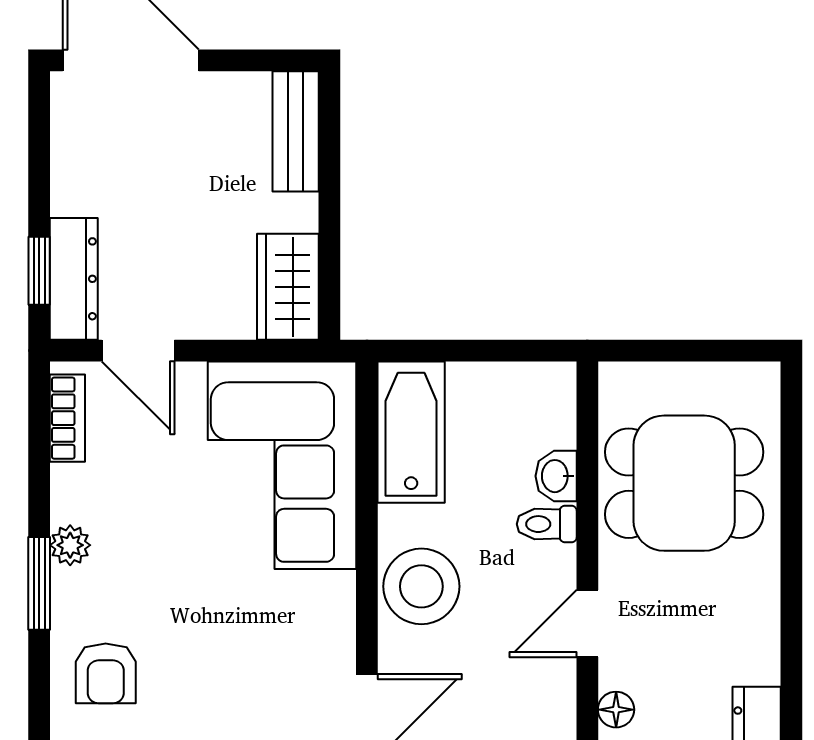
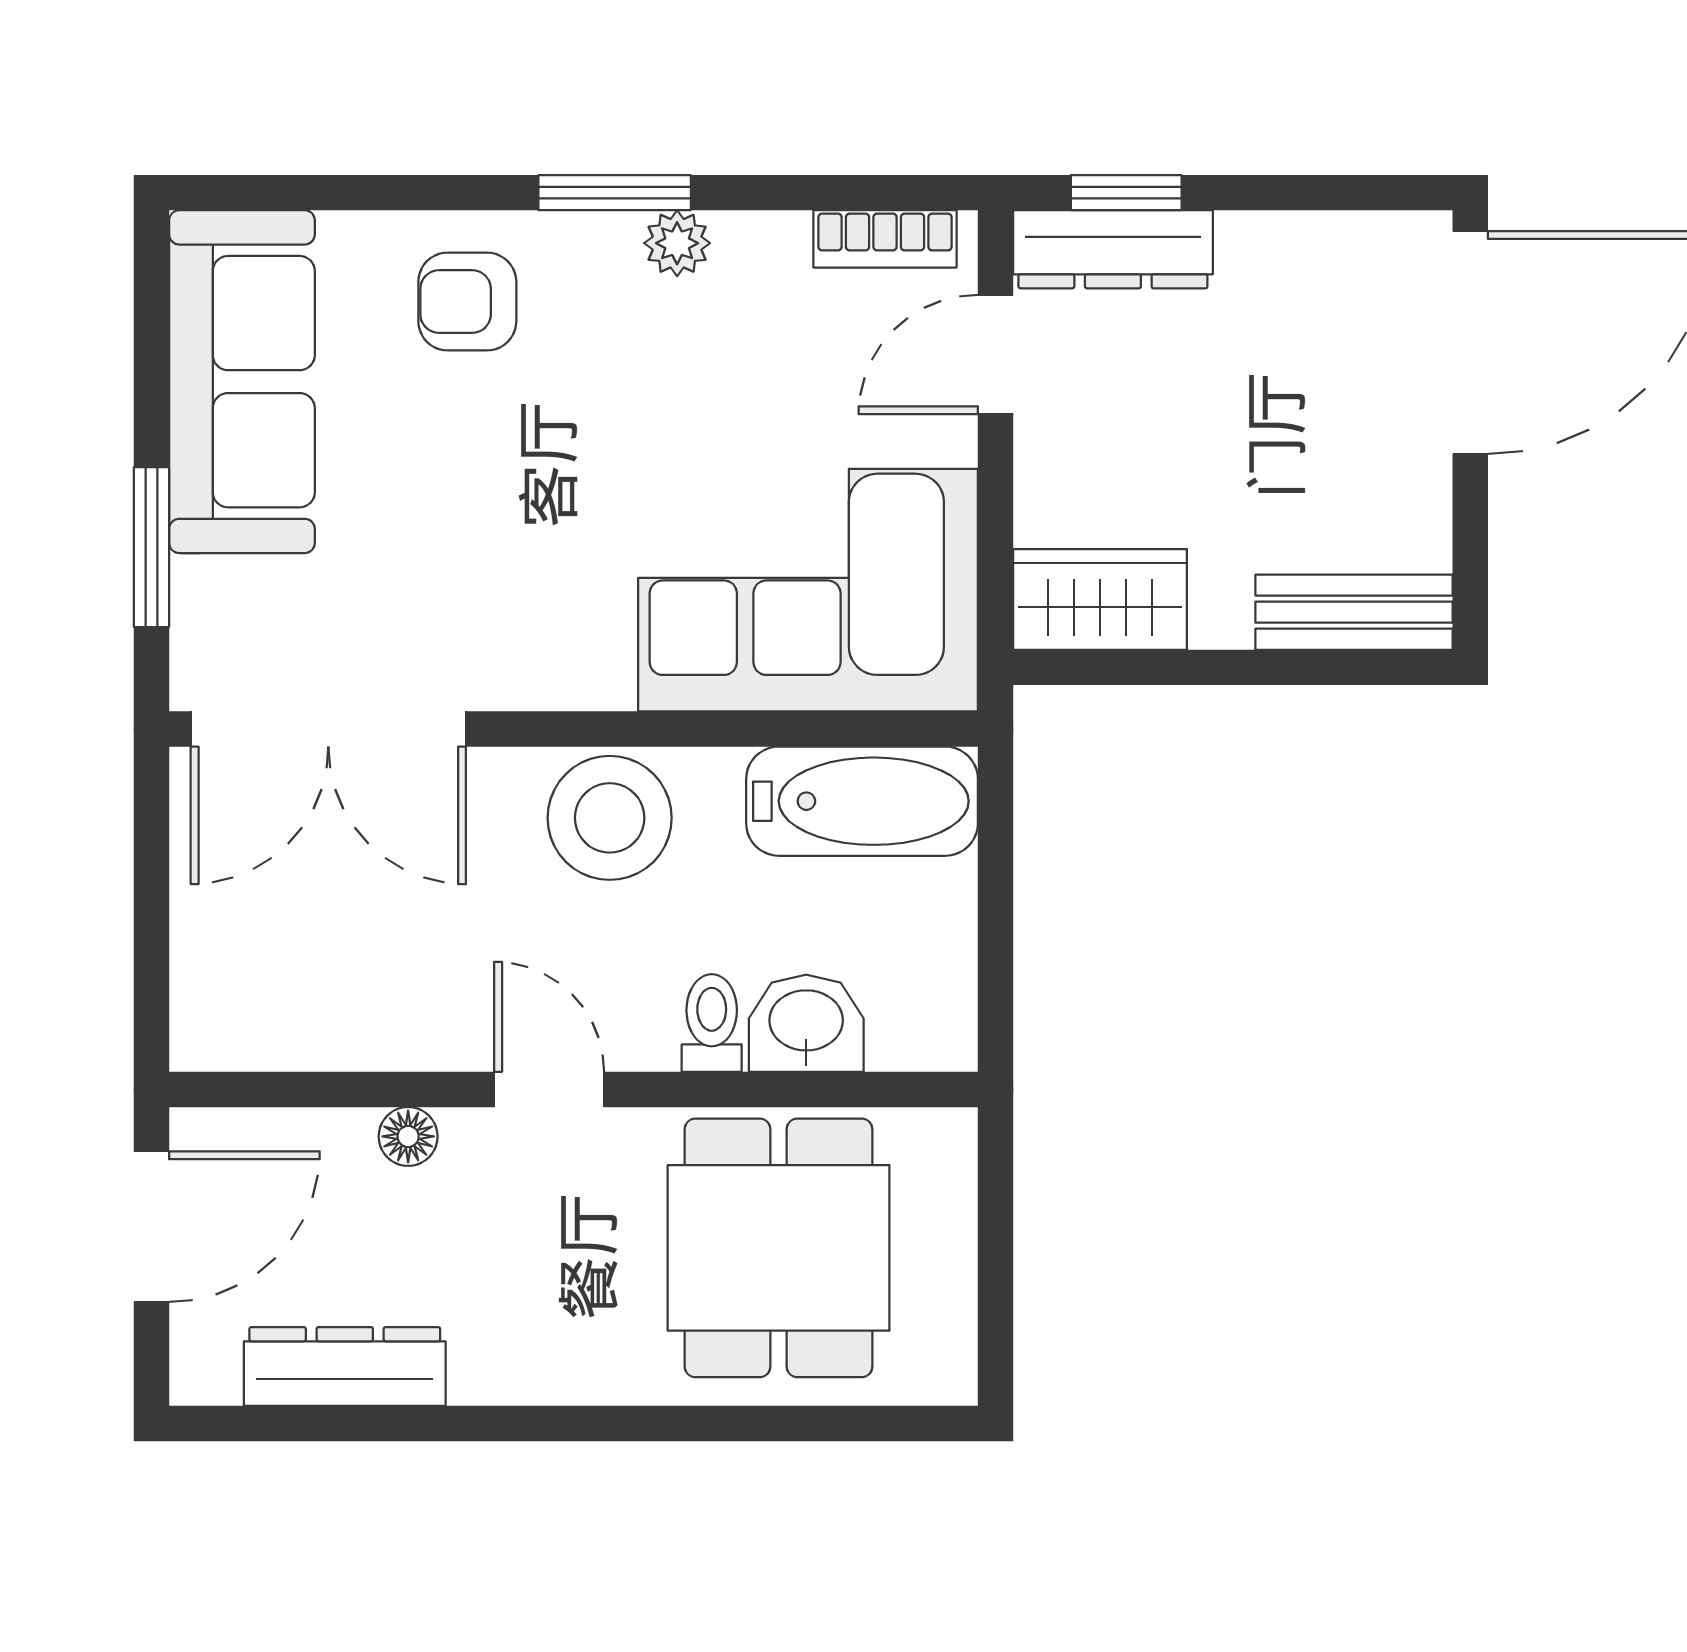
washbasin: (556, 476) -> (806, 1023), width x1.38, depth x1.45

